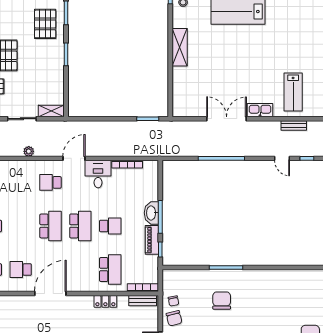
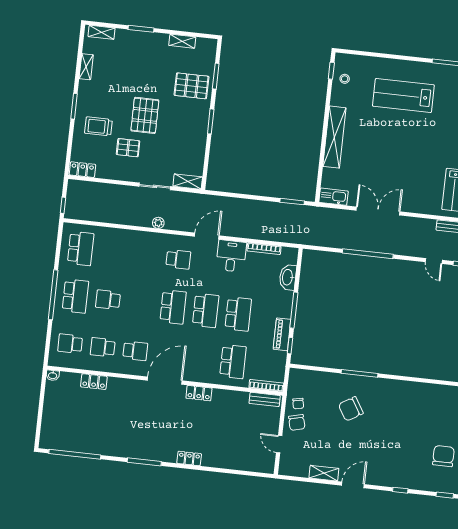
pallet: (45, 24) -> (192, 86), turned 90
shelving: (180, 47) -> (334, 137), width x1.47
kitchen sink: (260, 110) -> (333, 197), moved
school desk: (51, 182) -> (178, 259), turned 180
washbasin: (151, 213) -> (288, 277), moved
school desk: (110, 226) -> (238, 314), width x1.85
school desk: (21, 270) -> (135, 351), turned 180
locker: (105, 301) -> (199, 393), moved
chair: (222, 301) -> (351, 409), turned -121

